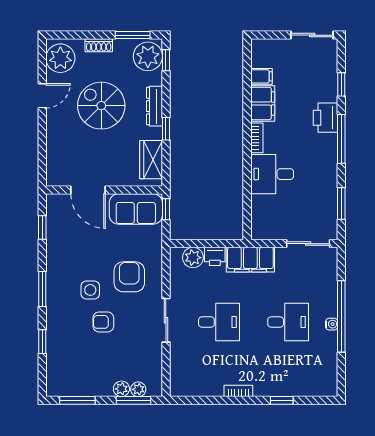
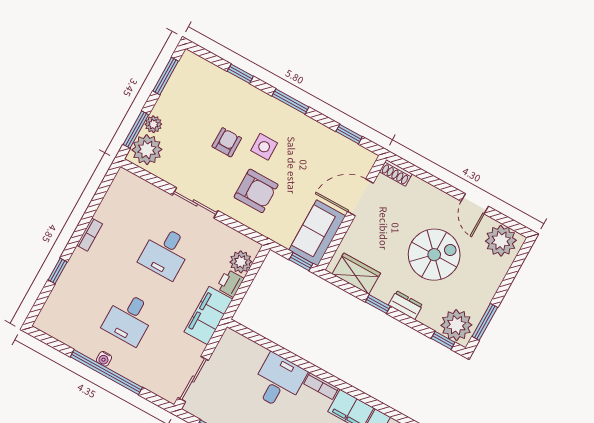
shoe rack: (99, 45) -> (396, 173), moved, turned -90
dresser: (154, 106) -> (406, 305), width x0.70
plant: (138, 389) -> (147, 150), width x1.88, depth x1.88

